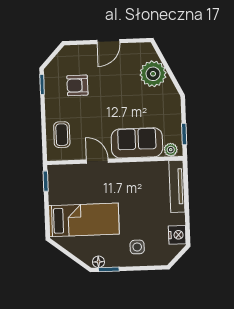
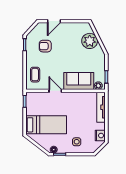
door: (108, 42) -> (54, 21), moved

